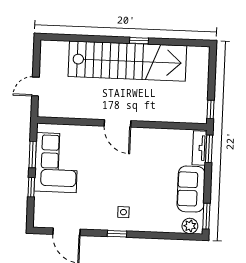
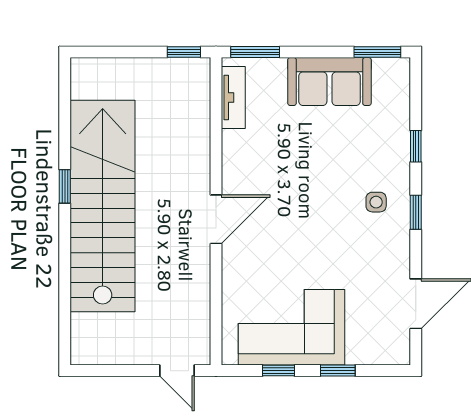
door: (35, 86) -> (177, 371), moved
tv unit: (199, 148) -> (233, 97), moved, turned -90
window: (33, 154) -> (278, 371), width x0.67
plant: (190, 226) -> (396, 81), removed
window: (153, 235) -> (416, 146), added

